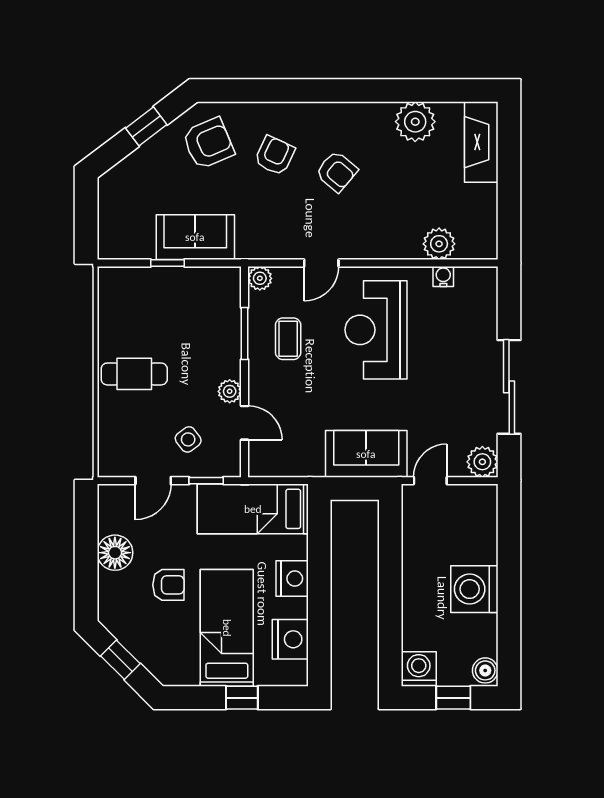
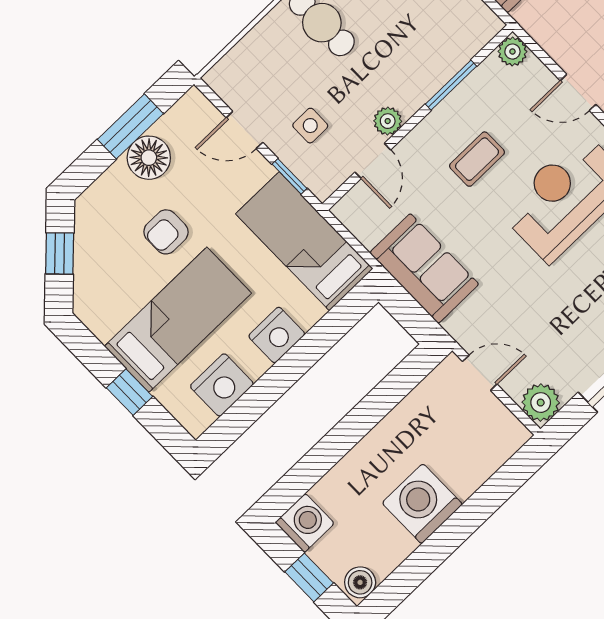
coffee table: (288, 339) -> (477, 159), moved
side table: (188, 439) -> (310, 126), turned 37
sofa: (366, 454) -> (424, 268), moved
window: (86, 546) -> (130, 126), added
armchair: (168, 585) -> (166, 232), turned 90

